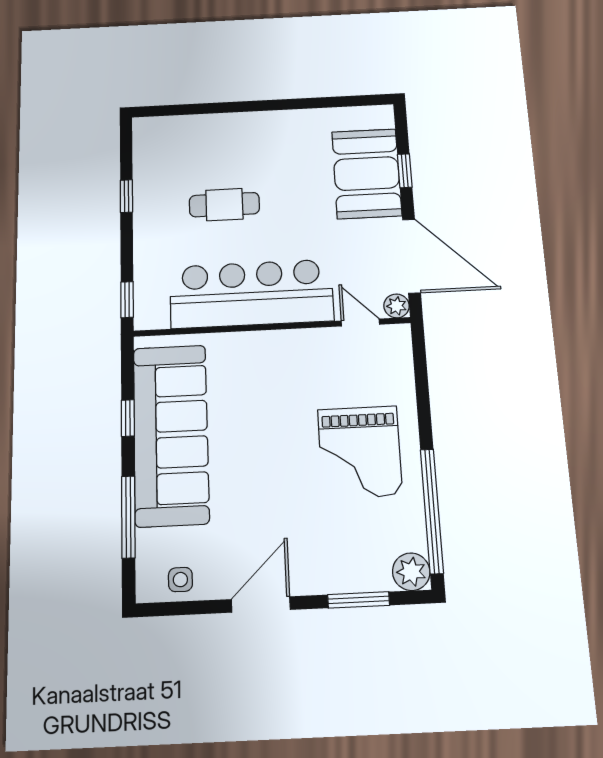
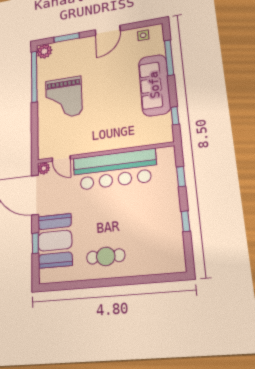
cafe table: (224, 205) -> (106, 256), moved
window: (127, 300) -> (181, 177), moved
window: (128, 418) -> (175, 116), moved
sofa: (171, 434) -> (154, 85), width x0.74, depth x0.79
grand piano: (360, 452) -> (64, 98), turned 180

